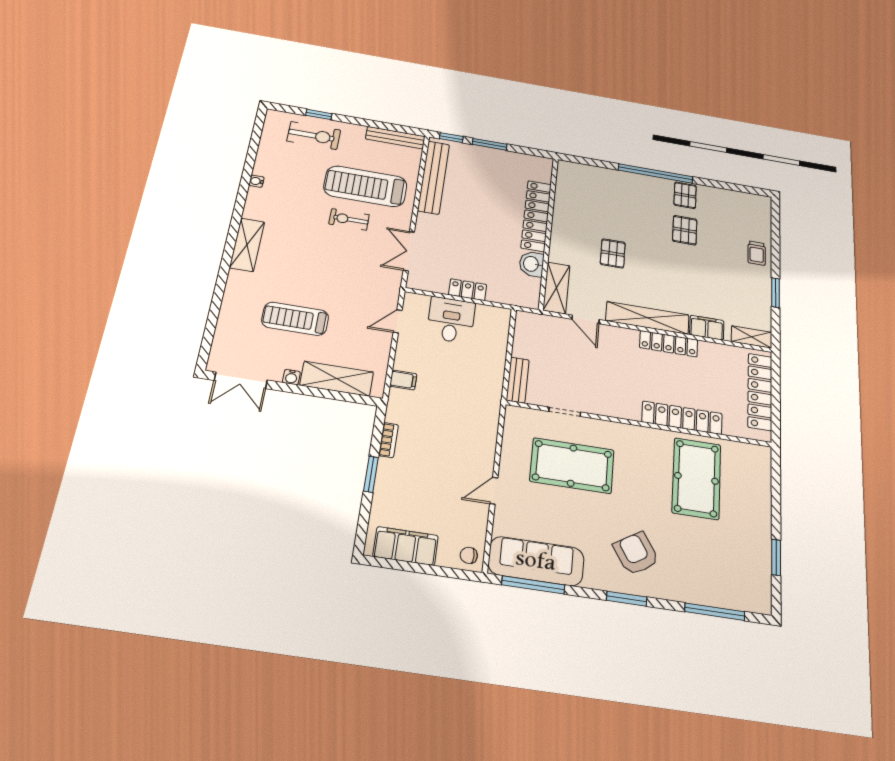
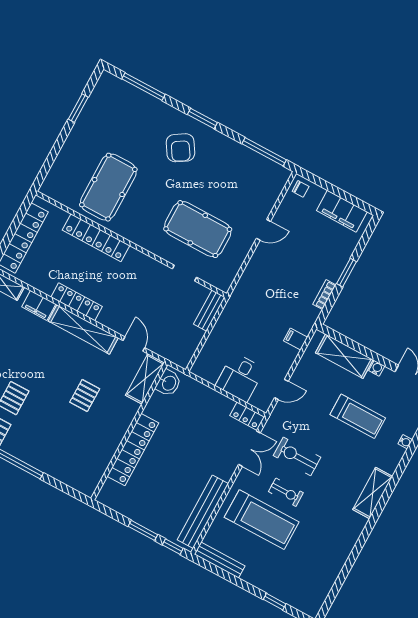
exercise bike: (314, 136) -> (297, 456), moved
water cooler: (256, 181) -> (405, 442), moved
washbasin: (532, 264) -> (169, 383), moved
locker: (468, 290) -> (247, 416), moved
sofa: (536, 561) -> (255, 168), removed

